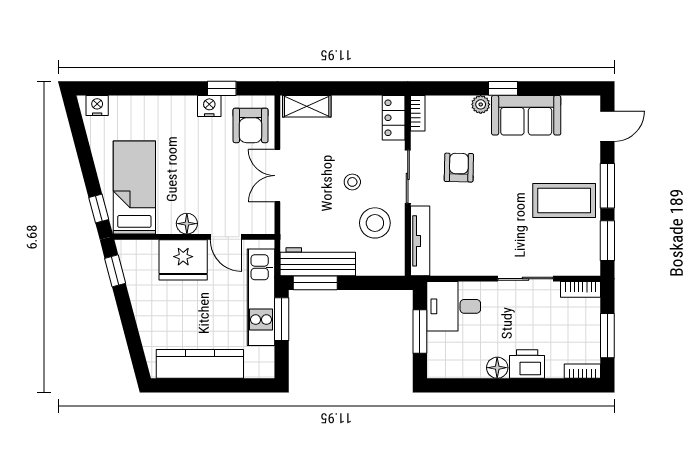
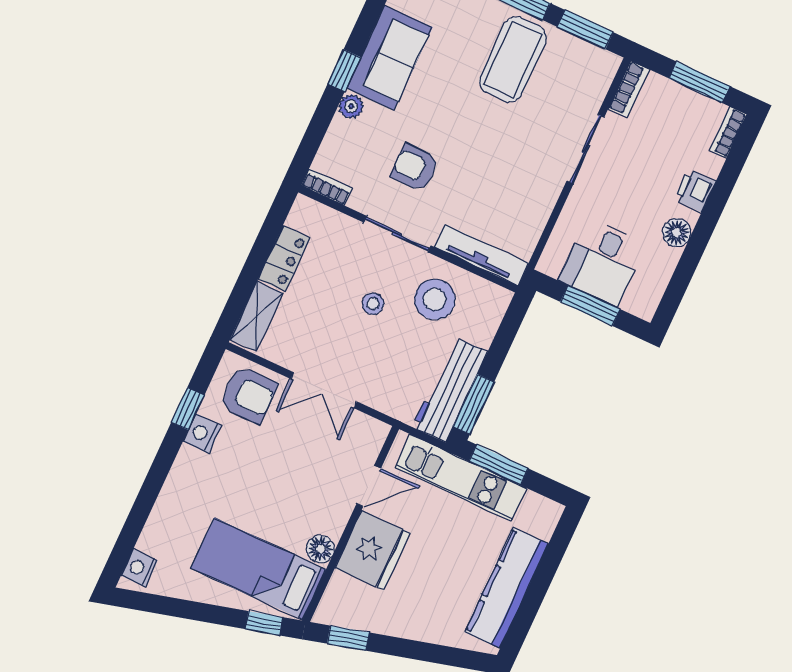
locker: (394, 118) -> (284, 258), moved, turned -90
floor lamp: (187, 224) -> (320, 549), moved
desk: (454, 306) -> (602, 262), moved
printer: (527, 364) -> (695, 191), width x0.73, depth x0.81

